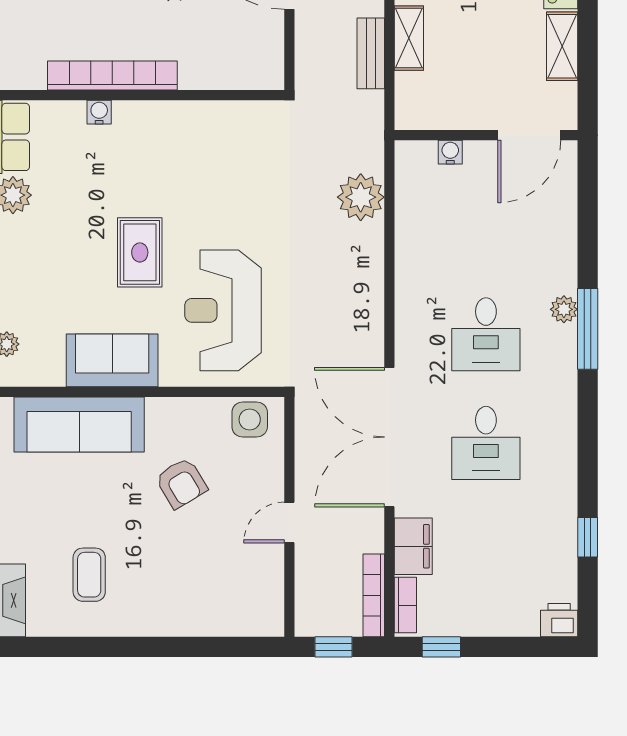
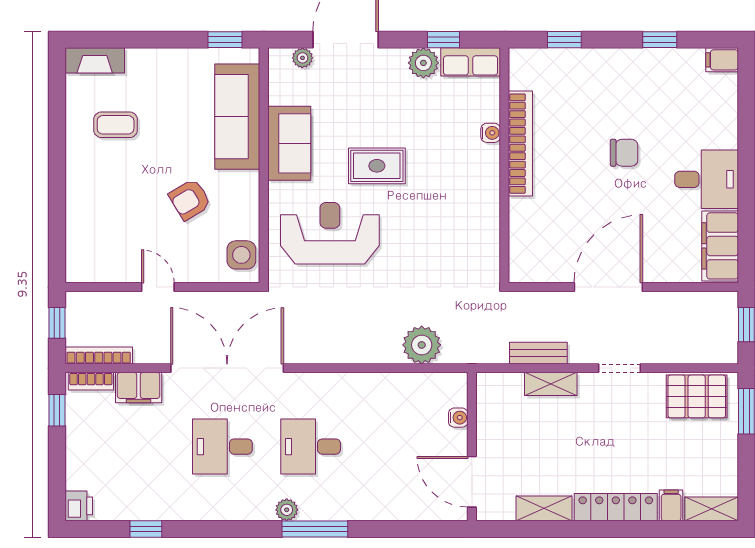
plant: (564, 309) -> (287, 510), moved

